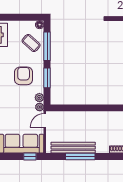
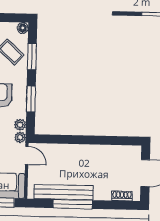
window: (47, 46) -> (32, 57), width x0.69
door: (45, 120) -> (27, 155), swing flipped

